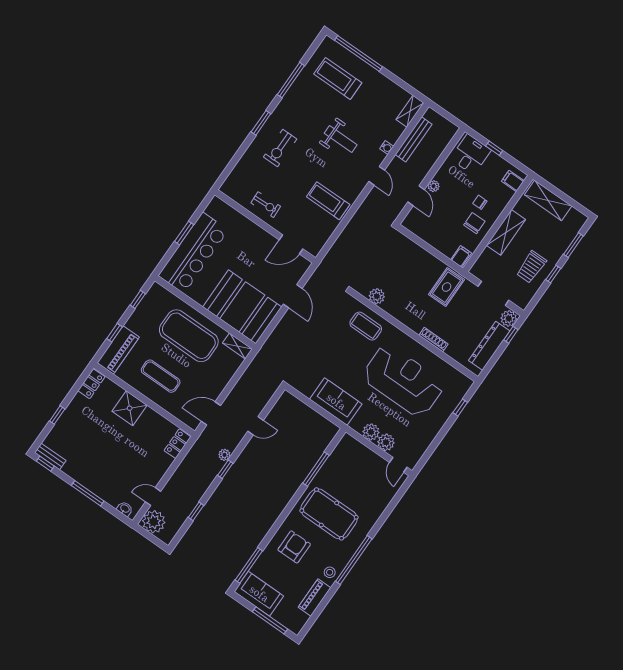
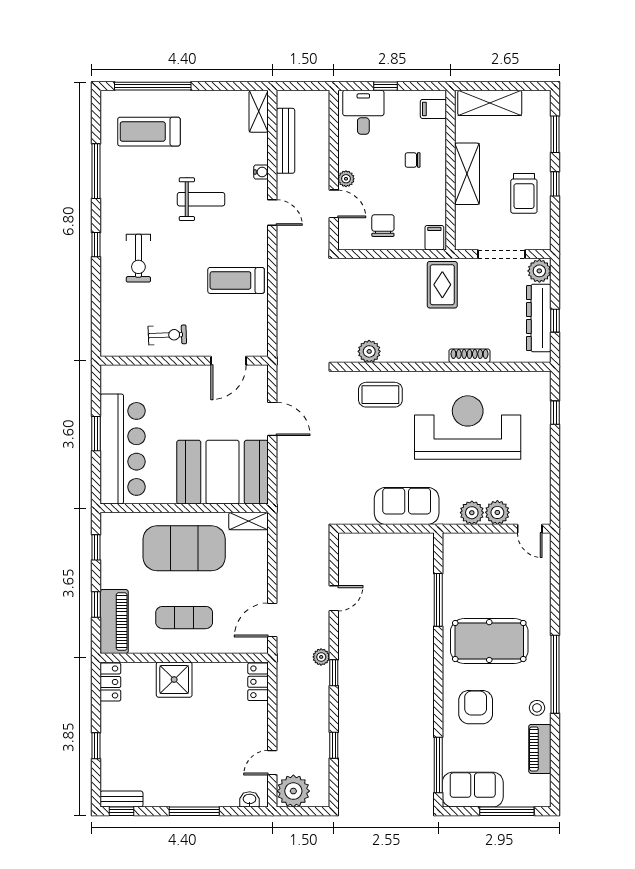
window: (261, 123) -> (96, 245), width x0.67
chair: (474, 223) -> (383, 226), moved
window: (511, 335) -> (555, 321), moved

